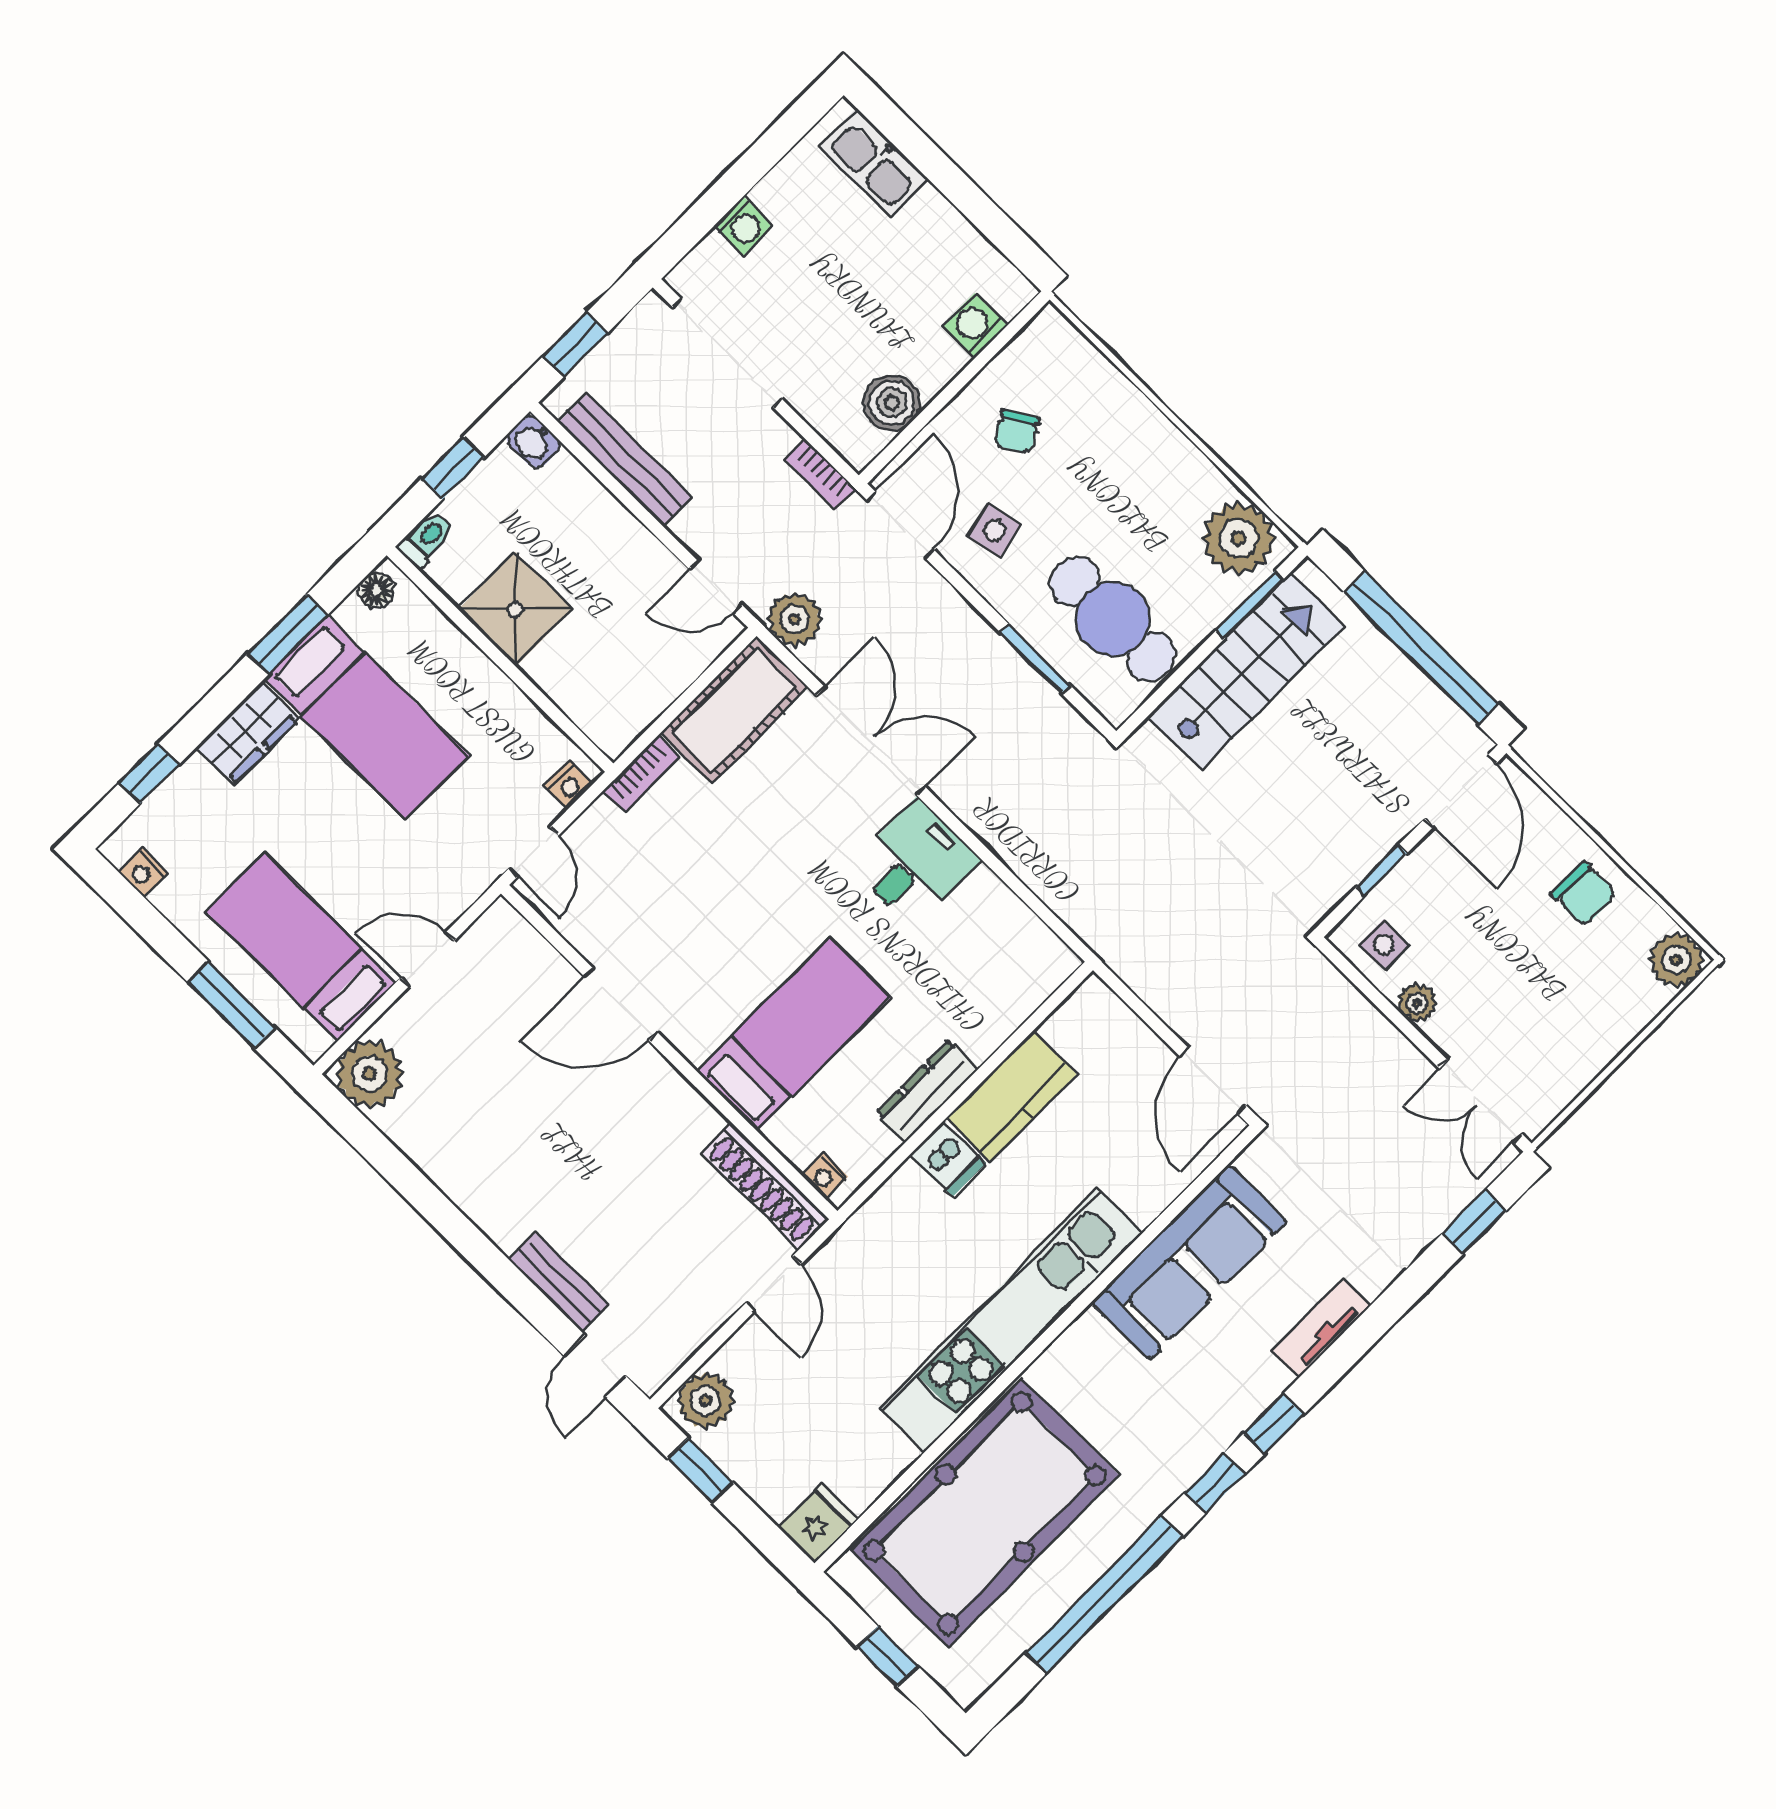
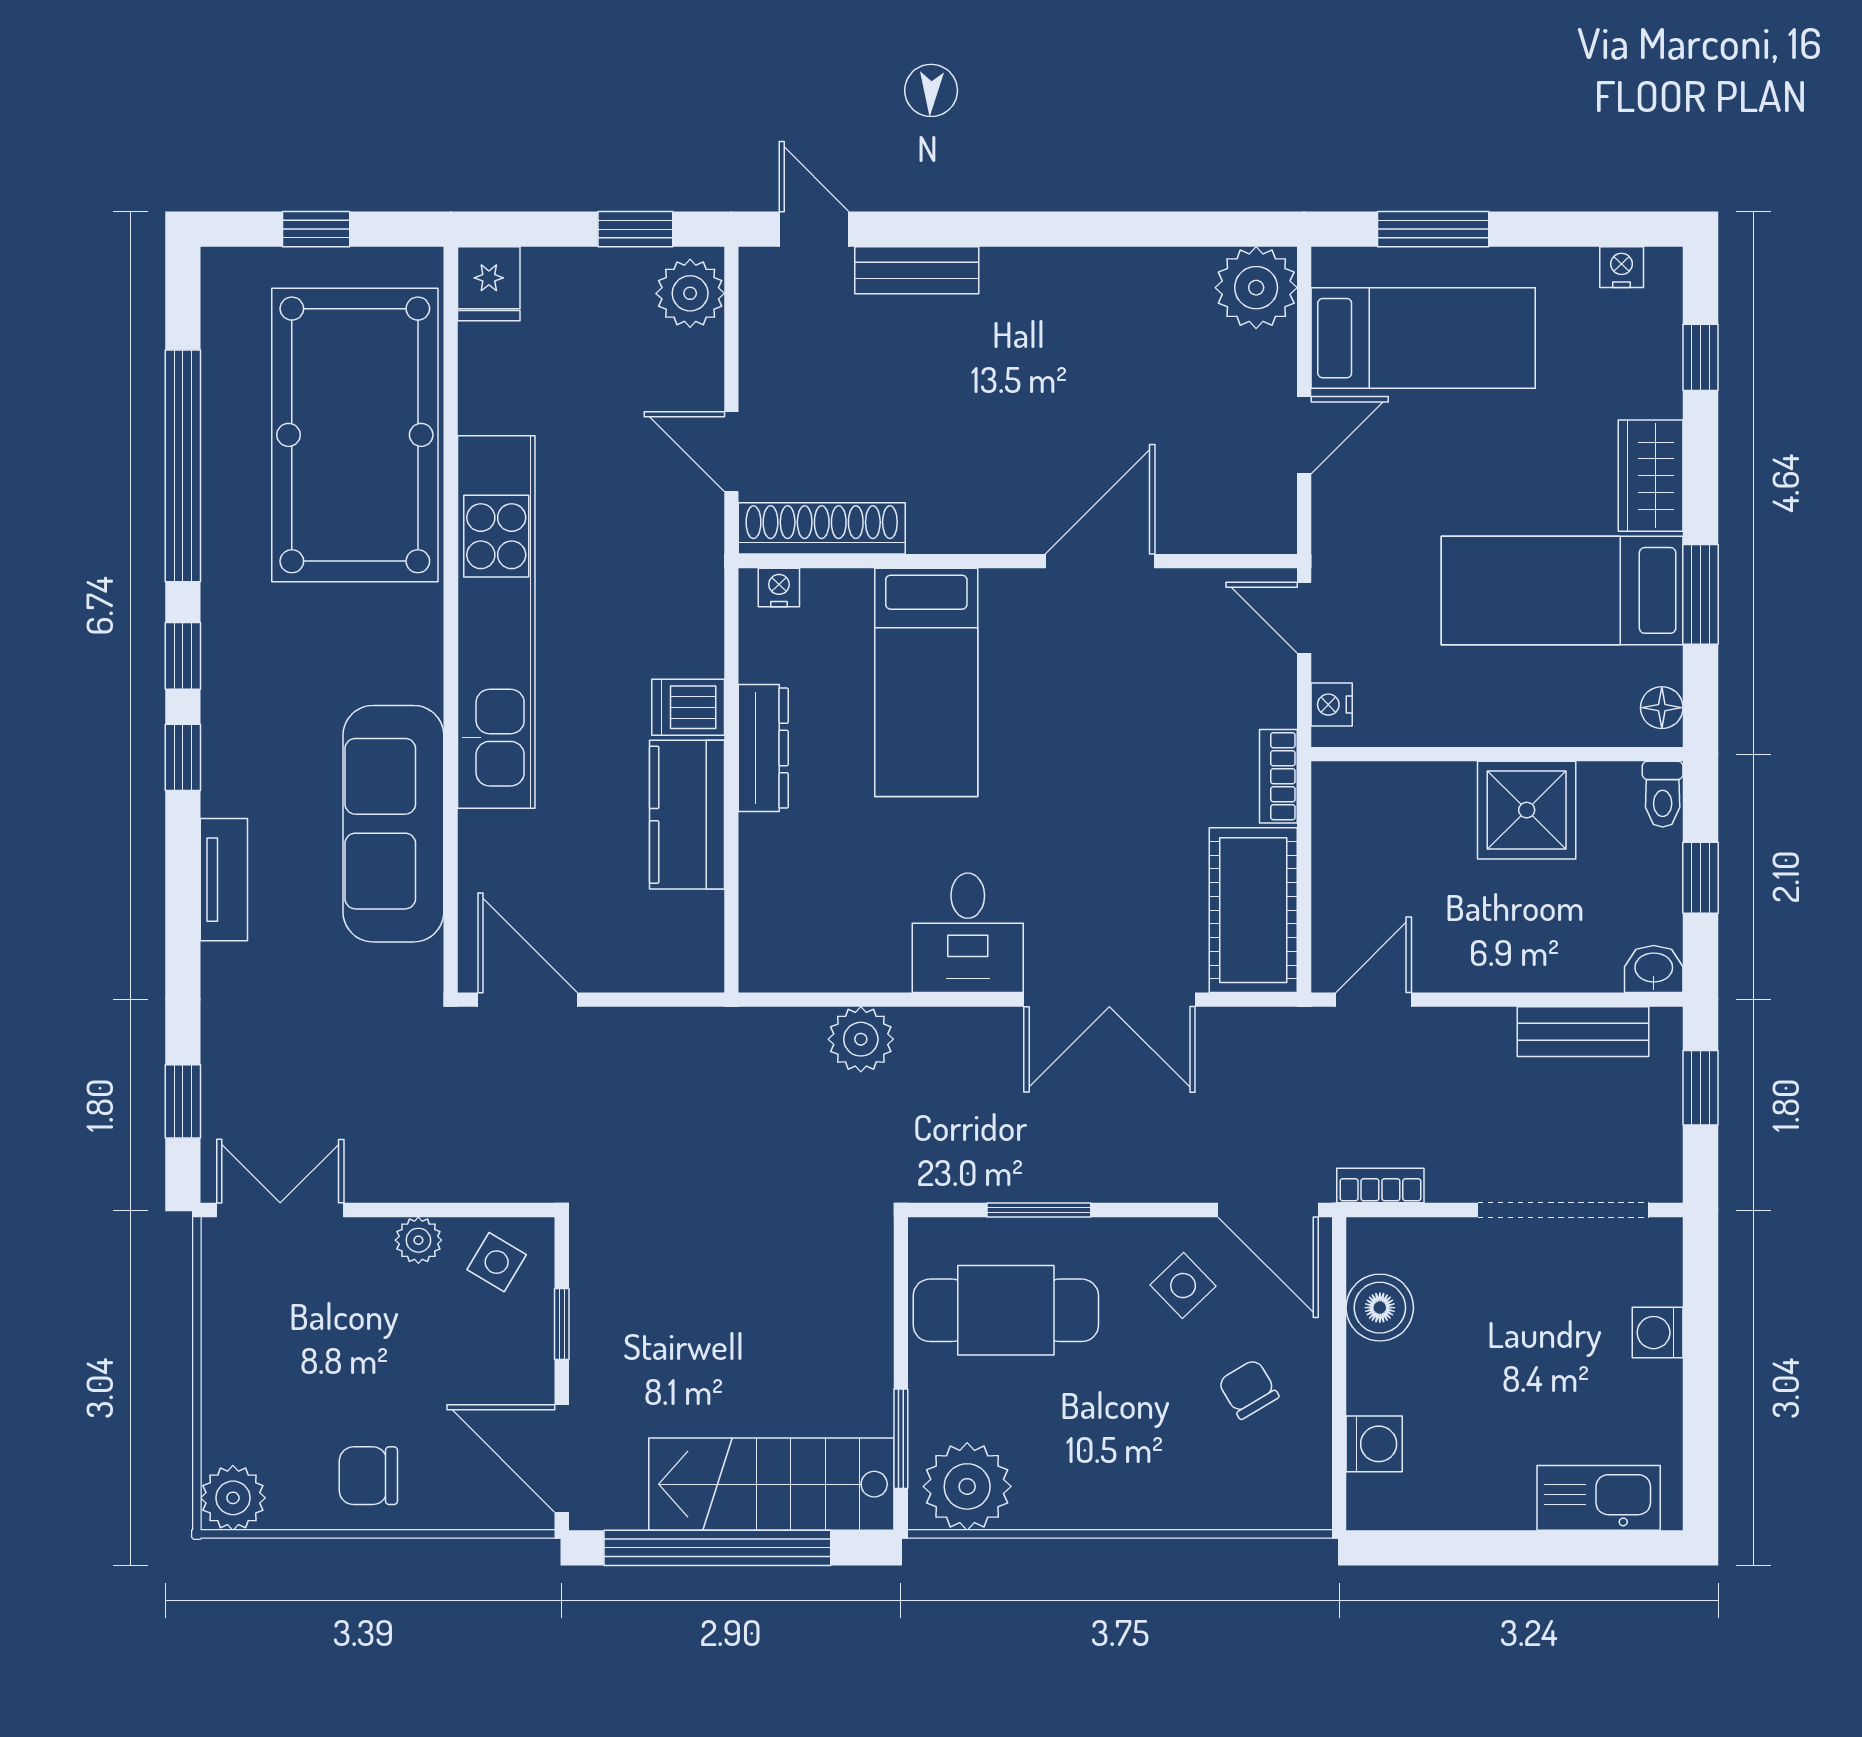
bench: (625, 460) -> (1583, 1032), width x0.73
side table: (994, 530) -> (1183, 1286), turned -33
plant: (795, 619) -> (861, 1039), moved
stairs: (1246, 671) -> (771, 1484), moved, turned 90
side table: (1384, 944) -> (497, 1262), turned 31

